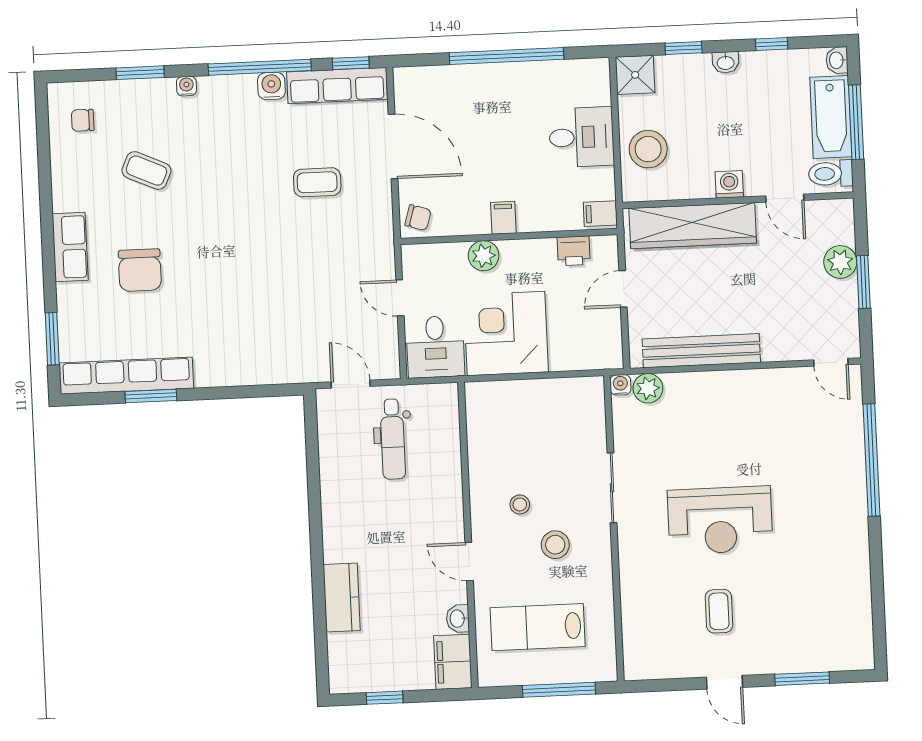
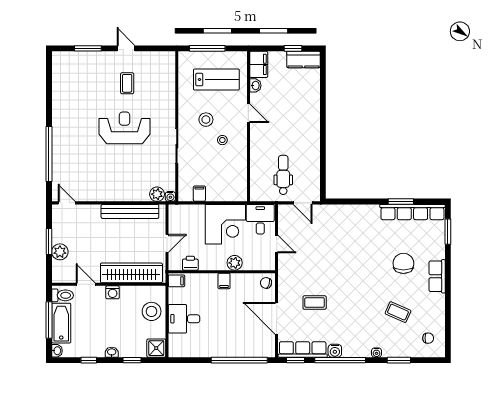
window: (507, 56) -> (239, 360), moved
filing cabinet: (562, 393) -> (199, 194), added
kitchen counter: (342, 598) -> (303, 59), moved, turned -90

